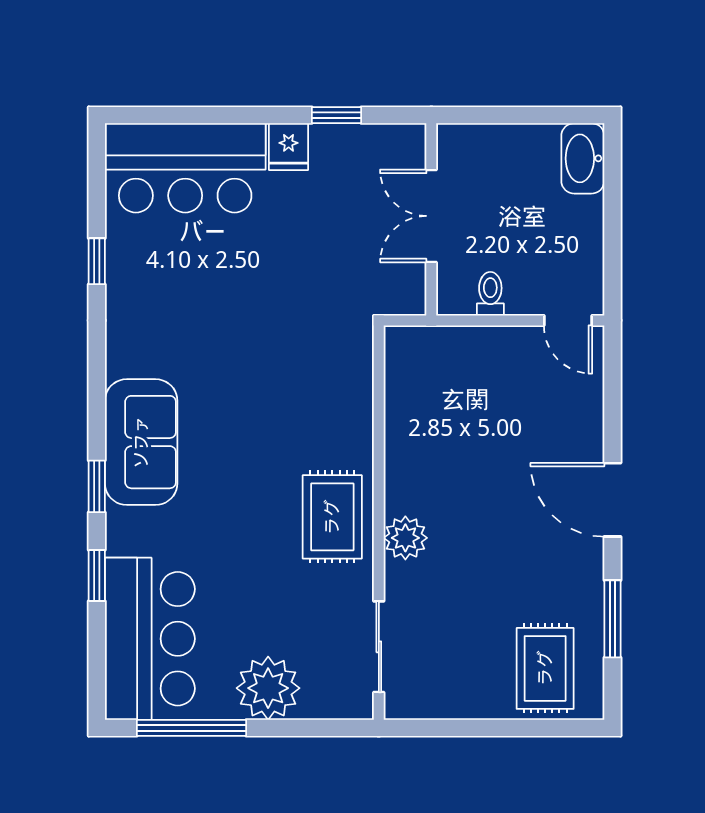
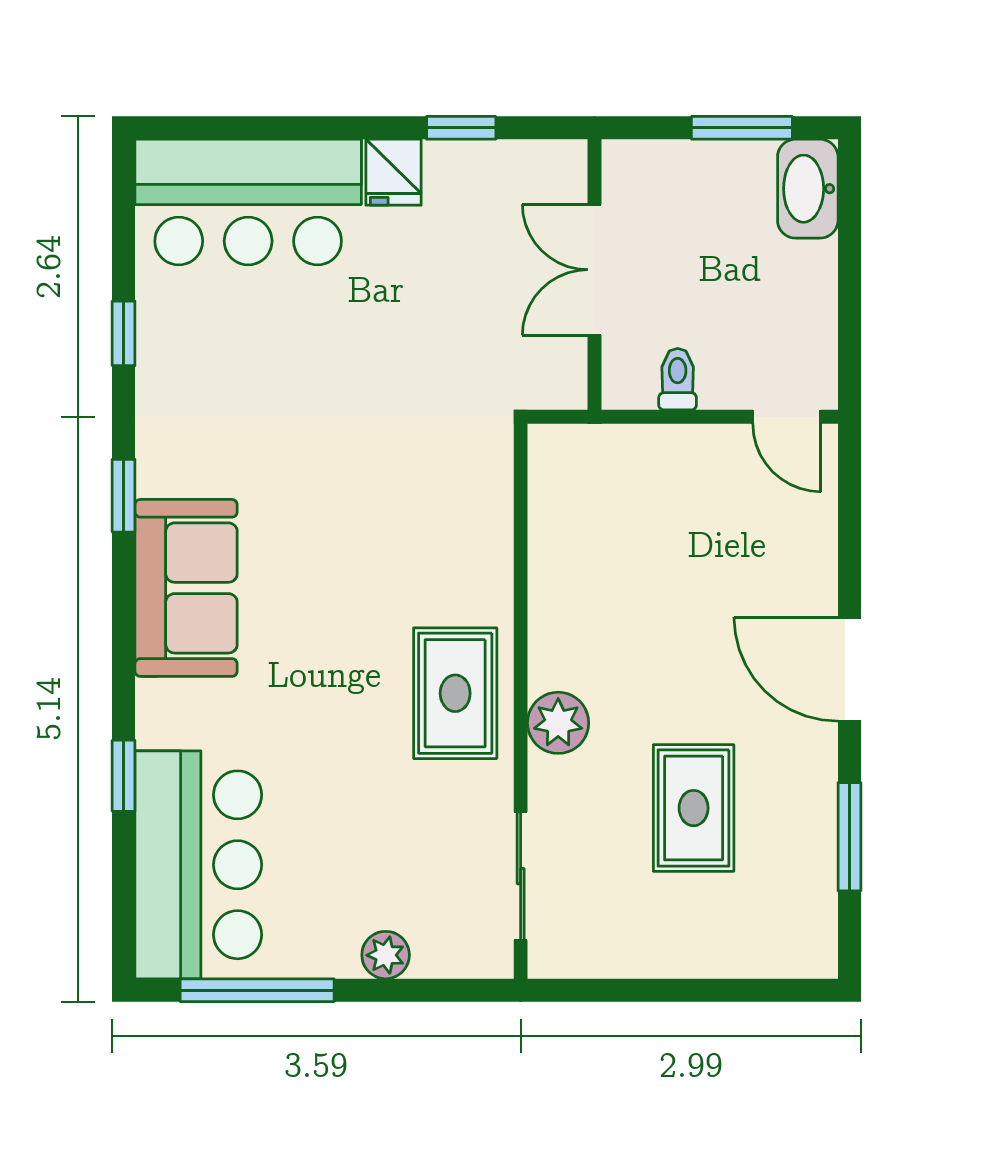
window: (536, 115) -> (742, 128), added
window: (97, 486) -> (124, 496), moved
rug: (545, 668) -> (694, 808), moved
plant: (268, 688) -> (386, 955), width x0.53, depth x0.53

